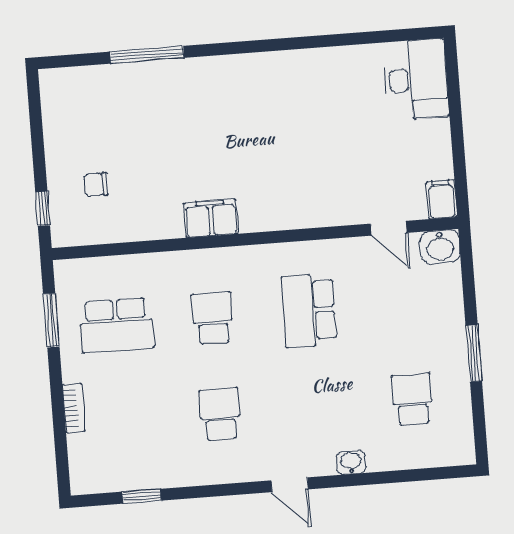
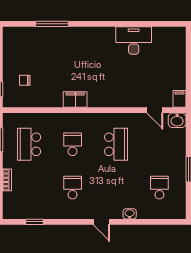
desk: (416, 80) -> (134, 40), moved, turned -90
school desk: (309, 311) -> (116, 144), turned 180
school desk: (116, 325) -> (29, 144), turned 90

